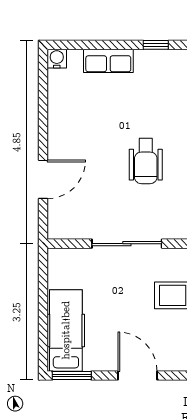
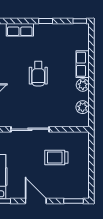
wheelchair: (146, 161) -> (38, 74), moved

